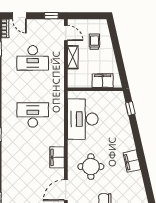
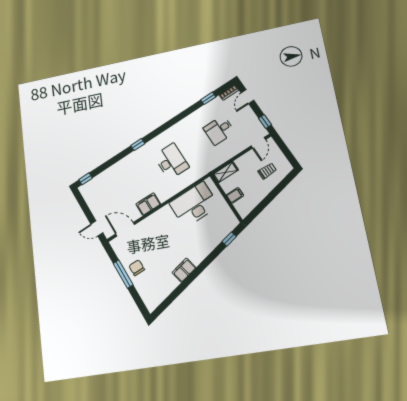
shelving: (73, 57) -> (225, 172), moved
desk: (33, 58) -> (219, 130), width x0.73
filing cabinet: (103, 81) -> (235, 195), width x0.50
round table: (91, 167) -> (158, 237), removed

